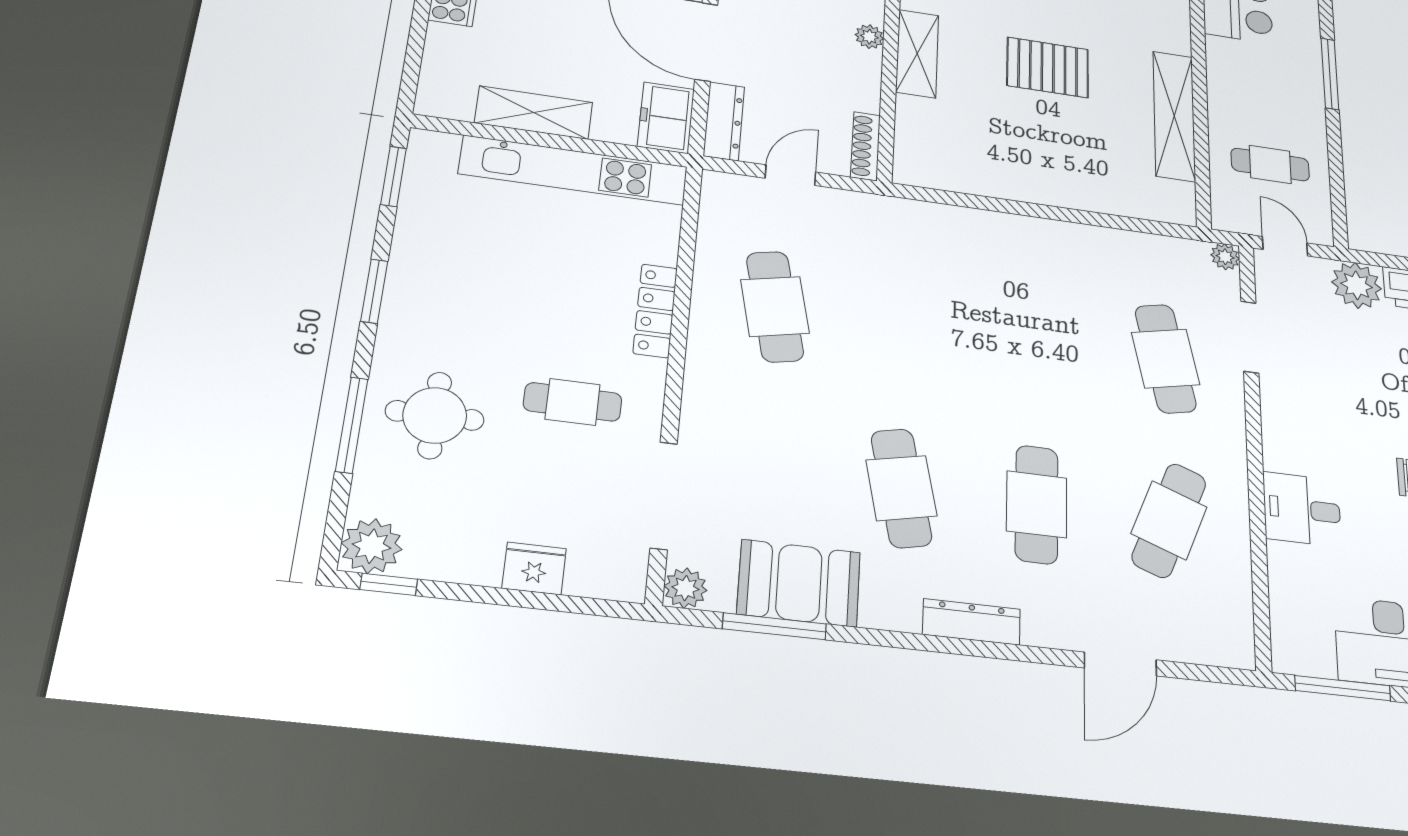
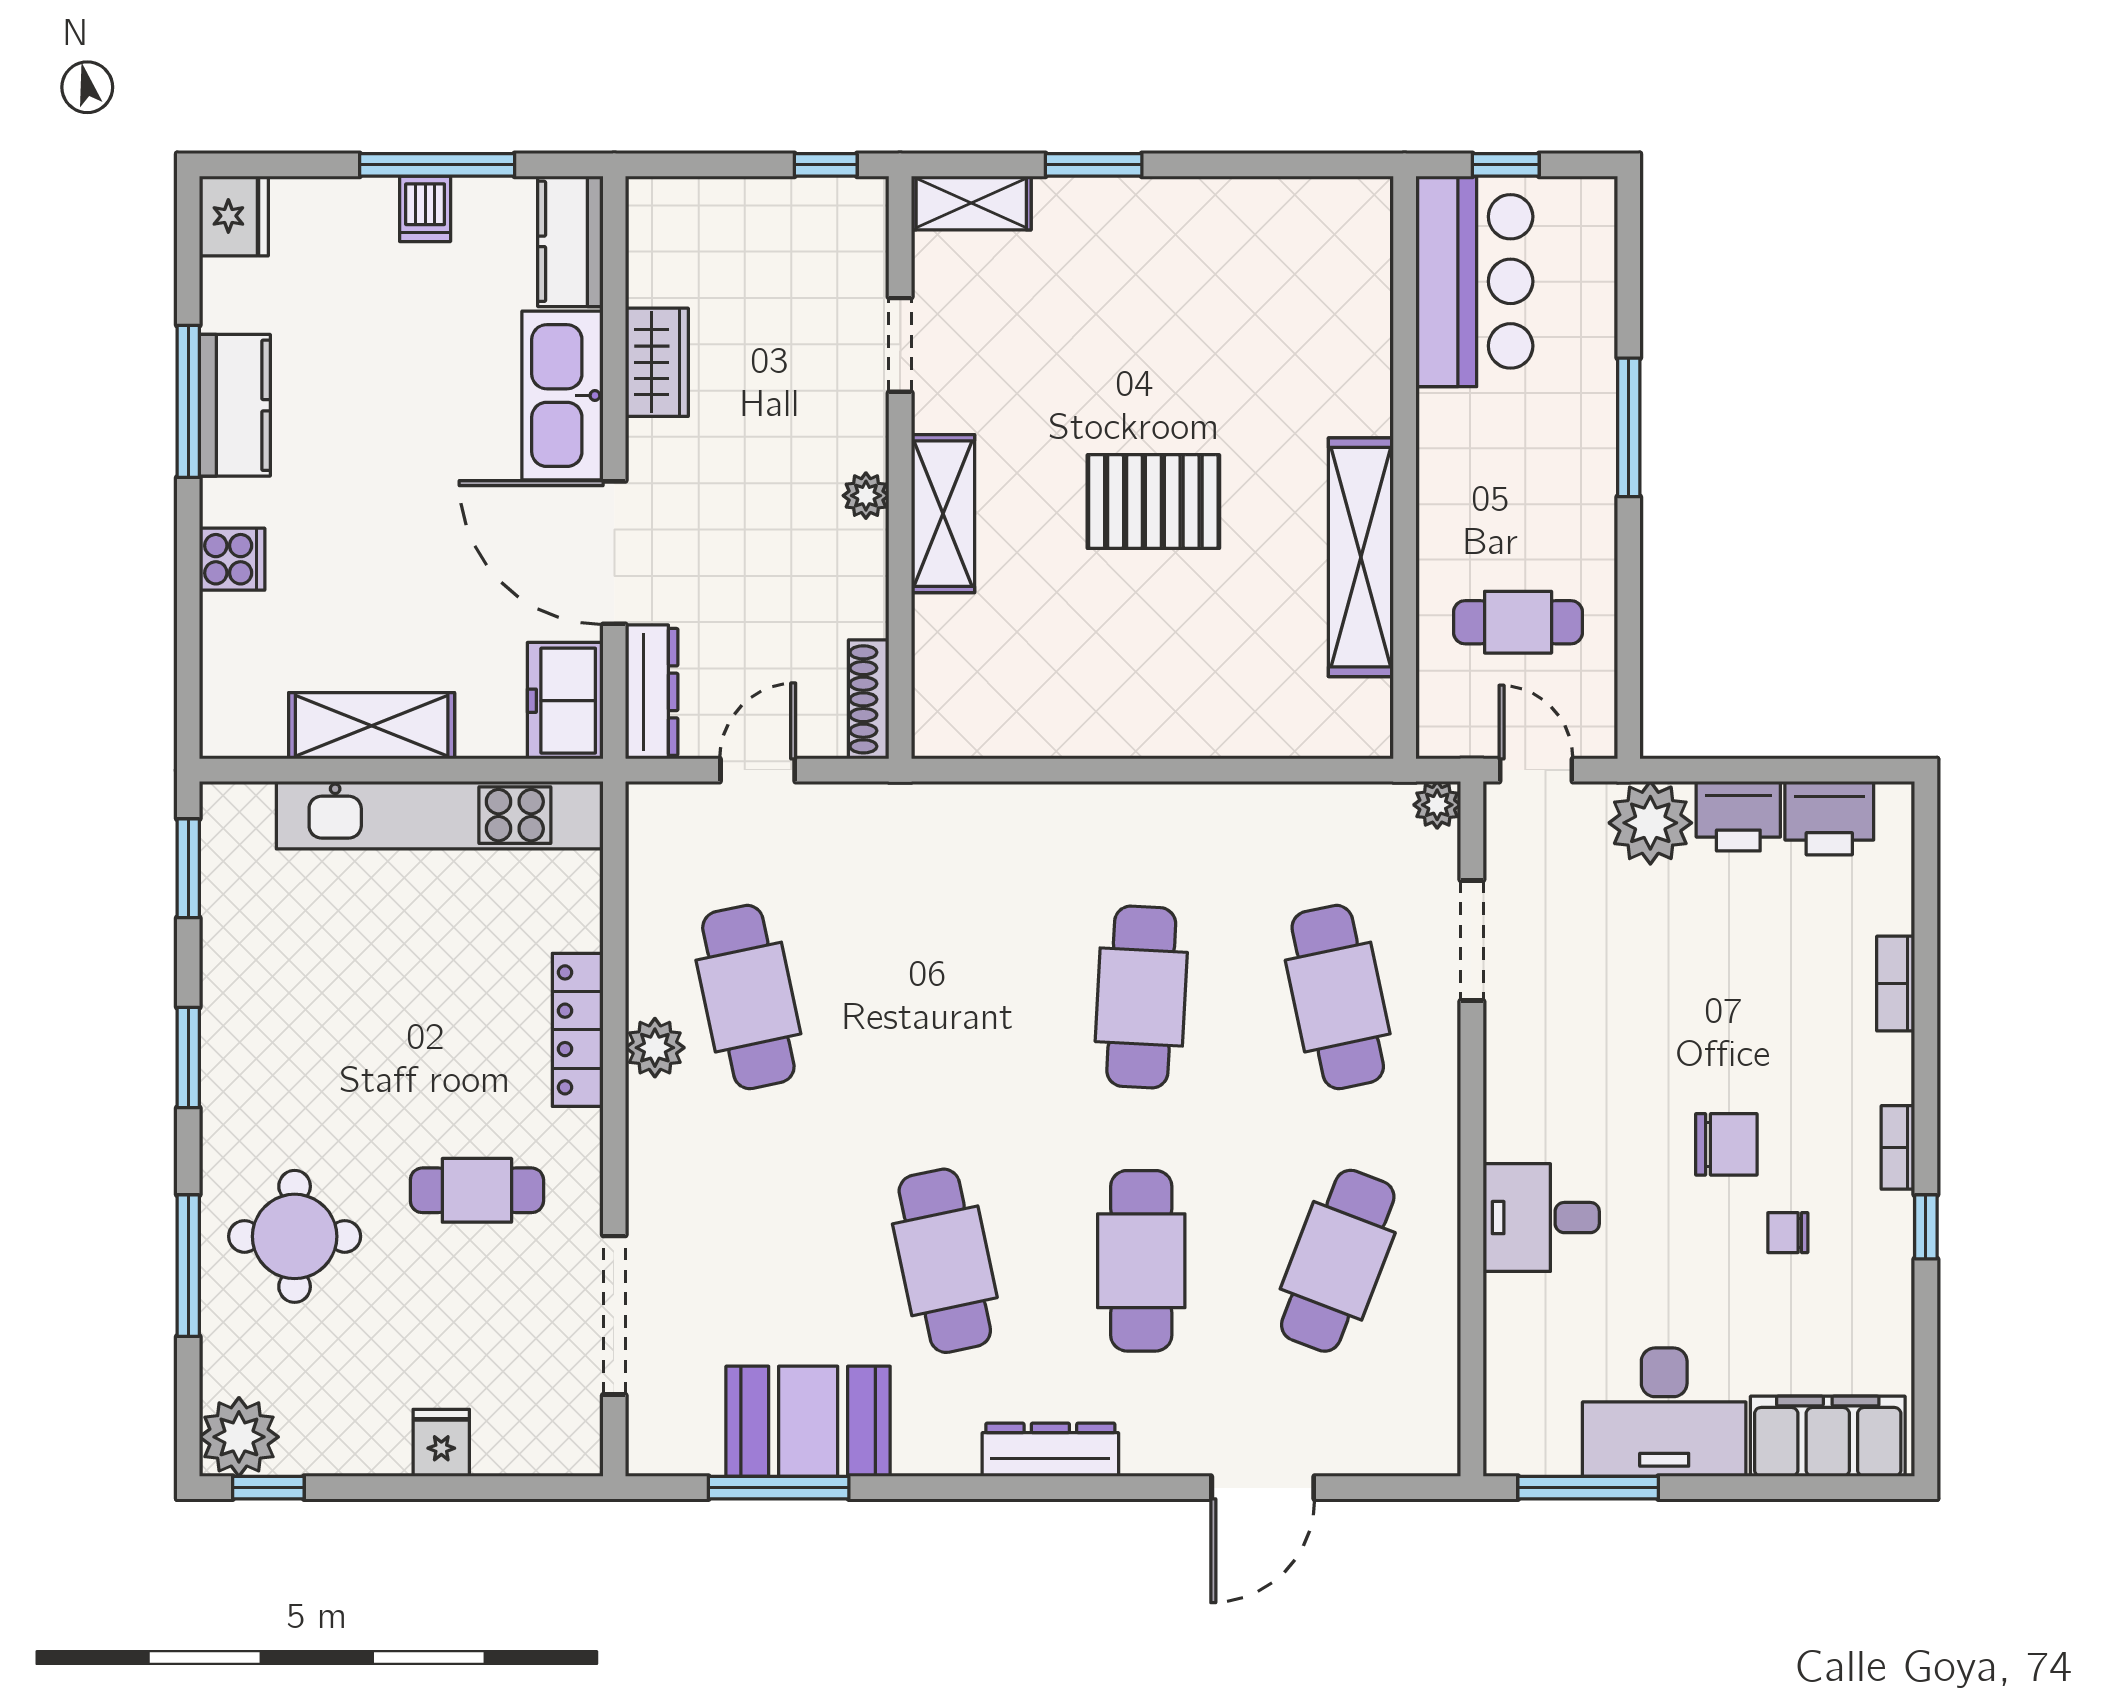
cafe table: (1038, 341) -> (1141, 997), added
fridge: (534, 568) -> (441, 1443), width x0.72
plant: (685, 588) -> (655, 1048), moved

